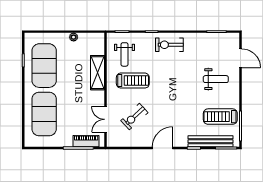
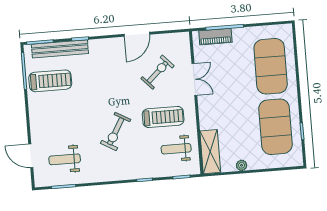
exercise bike: (169, 45) -> (116, 131), moved, turned 120
weight bench: (125, 54) -> (176, 149), turned -90
shelving: (98, 73) -> (210, 152), moved
weight bench: (216, 79) -> (65, 159), moved
treadmill: (133, 81) -> (163, 117), turned 180
double door: (106, 119) -> (194, 79), moved
door: (163, 148) -> (137, 34), moved

